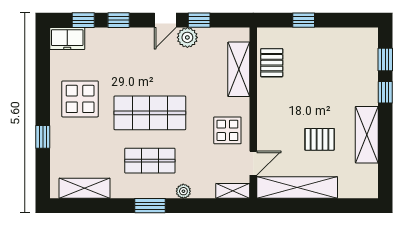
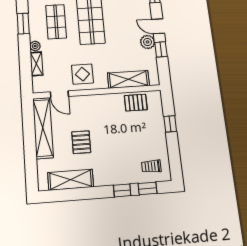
trolley: (358, 51) -> (151, 166), added
shelving: (367, 135) -> (71, 180), moved
shelving: (233, 191) -> (36, 64), moved

